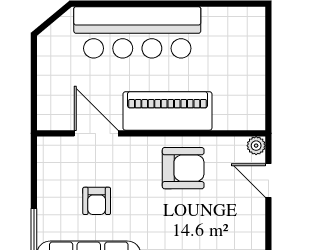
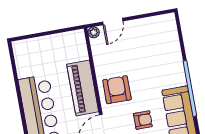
armchair: (183, 168) -> (117, 90), moved

